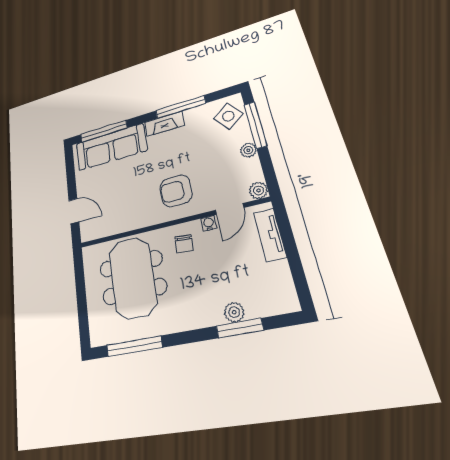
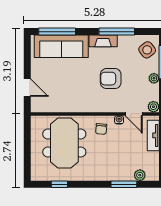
armchair: (176, 191) -> (111, 79), moved
door: (230, 209) -> (134, 114), hinge flipped
plant: (234, 312) -> (140, 175), moved
window: (134, 346) -> (59, 184), width x0.46

